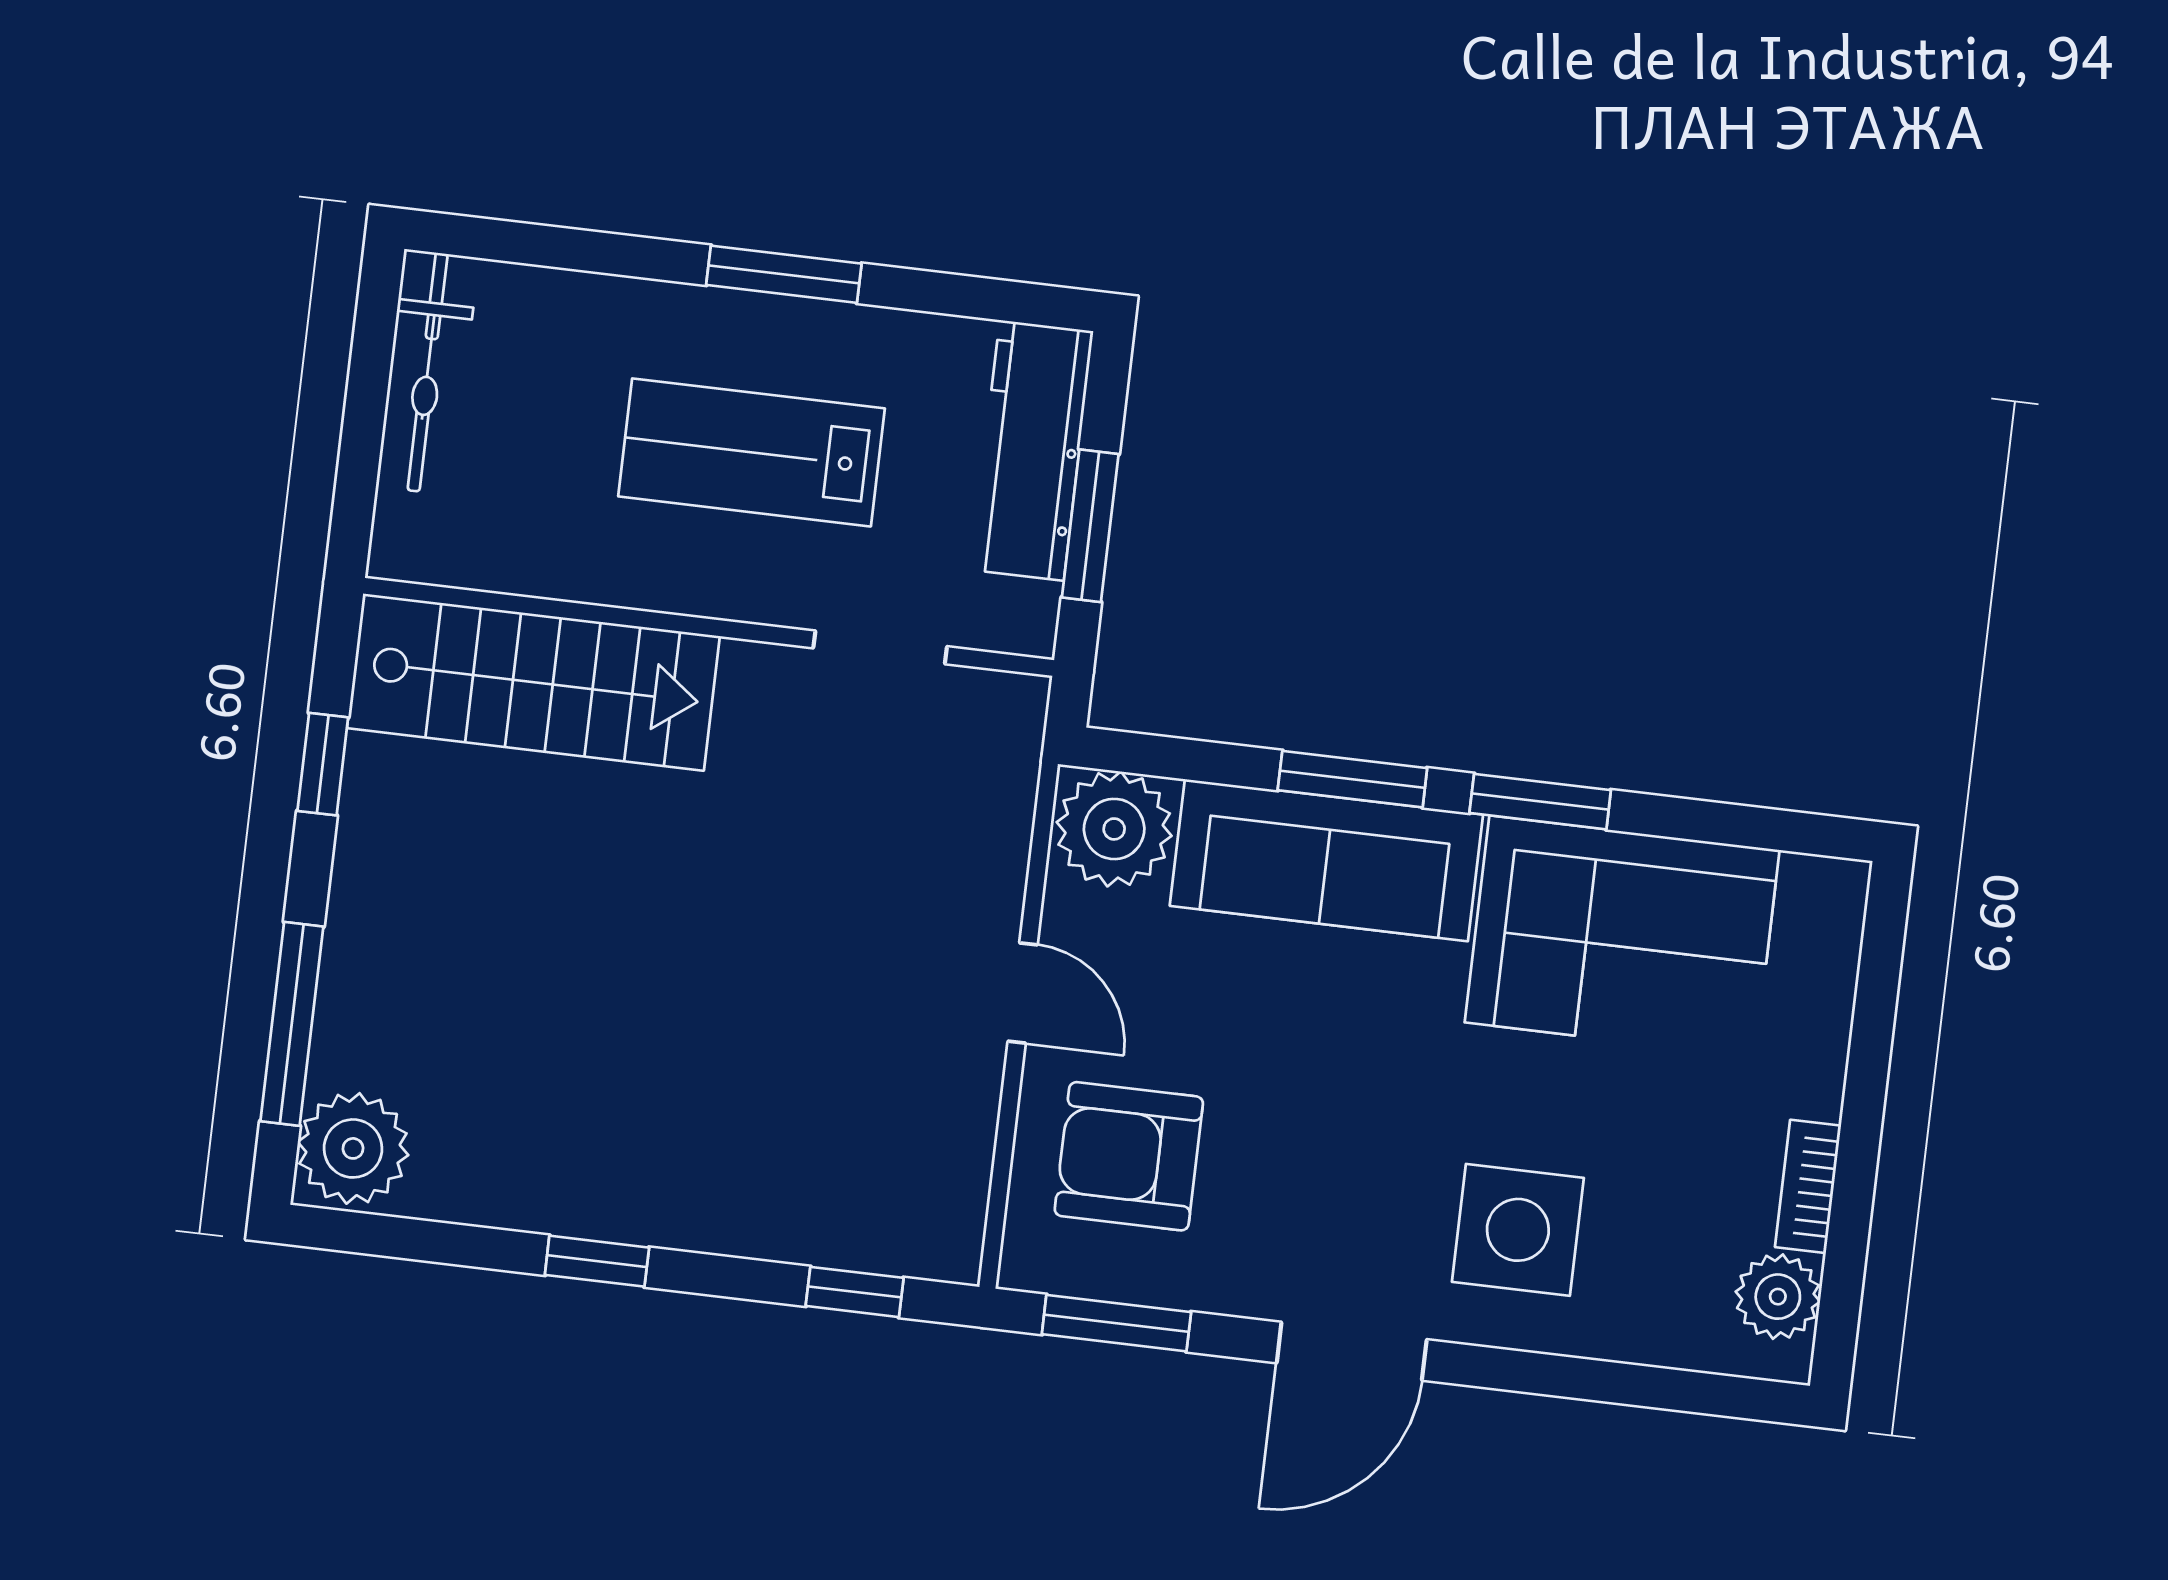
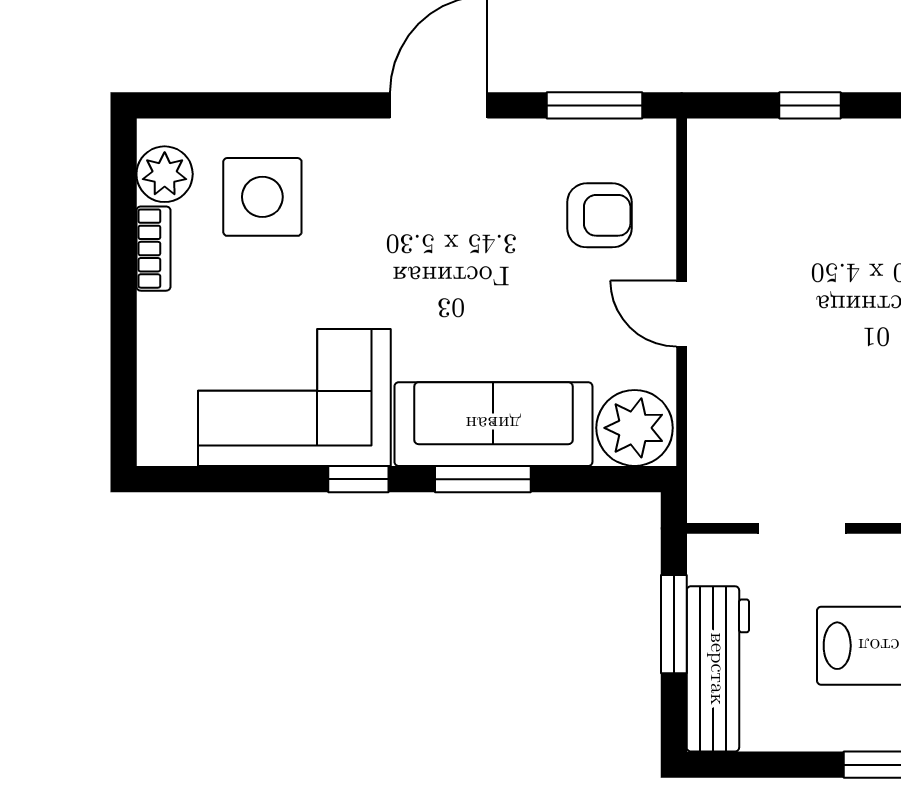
window: (1540, 802) -> (358, 479), width x0.67
armchair: (1129, 1156) -> (599, 215), width x0.72, depth x0.72
side table: (1518, 1230) -> (262, 197), moved
window: (855, 1292) -> (810, 105), moved

